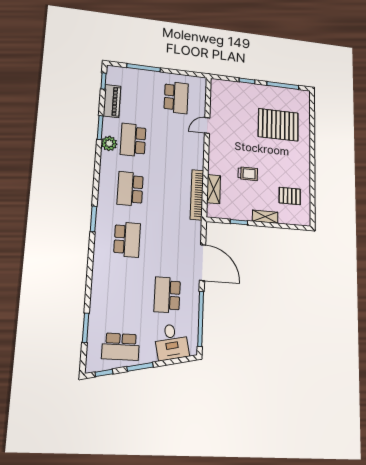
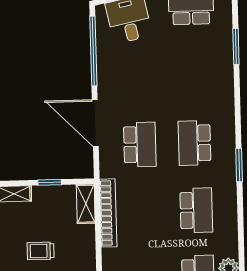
shelving: (214, 189) -> (86, 204), moved
school desk: (167, 295) -> (140, 144), moved
window: (86, 328) -> (236, 47), moved

